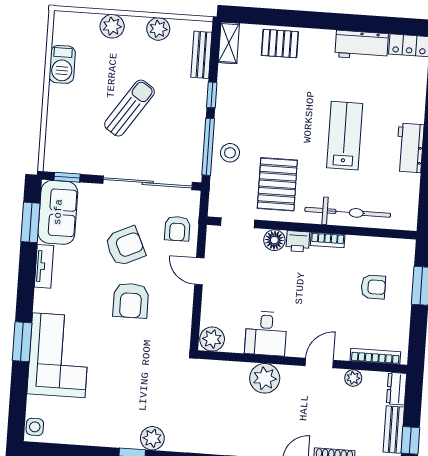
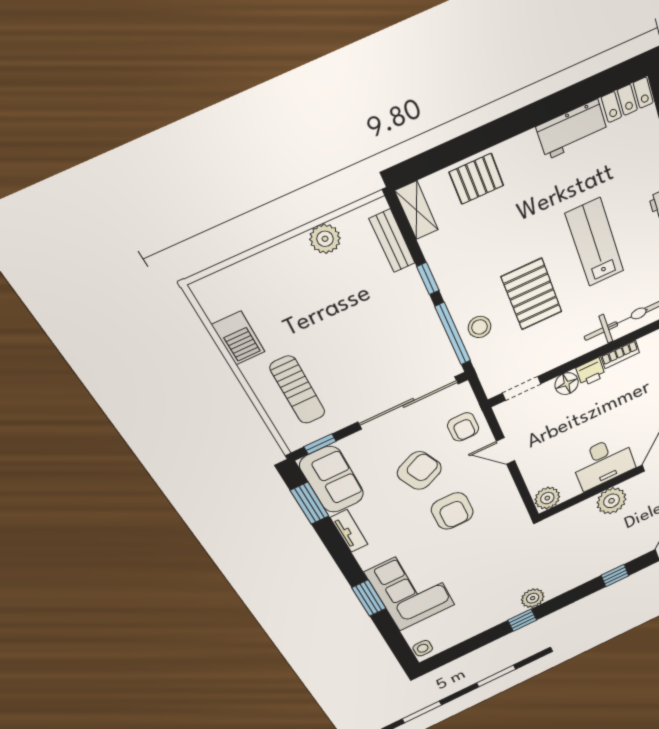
plant: (112, 26) -> (269, 265), removed
sun lounger: (130, 108) -> (298, 390), moved, turned 146
pallet: (277, 184) -> (532, 294), moved
desk: (266, 333) -> (603, 463), width x1.37

